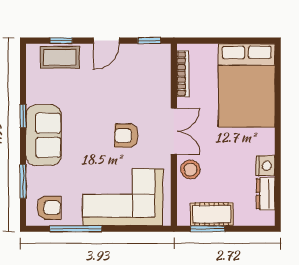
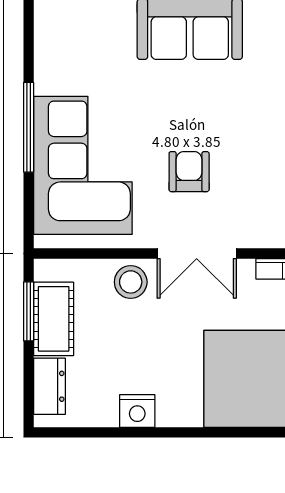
dresser: (266, 194) -> (49, 386), moved, turned 90
armchair: (49, 208) -> (65, 38), removed
window: (76, 229) -> (29, 127), moved

